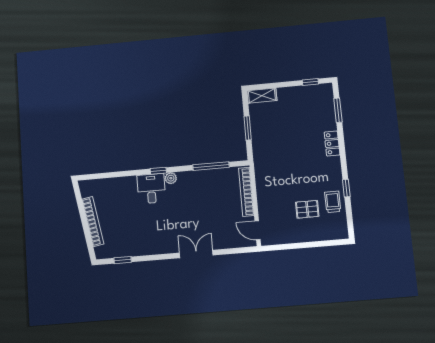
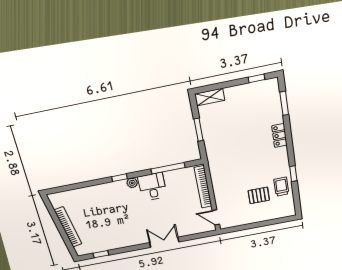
desk: (151, 189) -> (152, 187), moved

